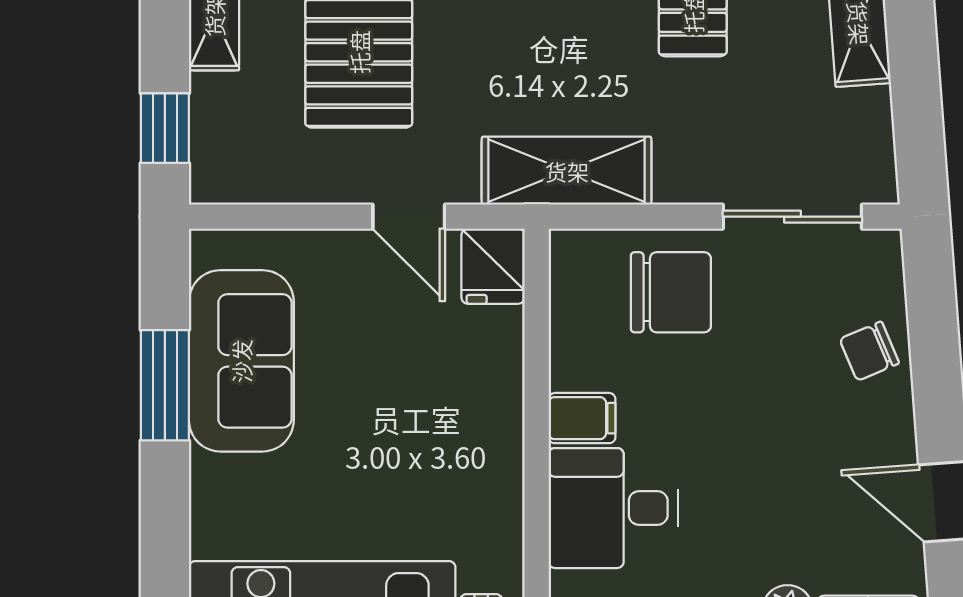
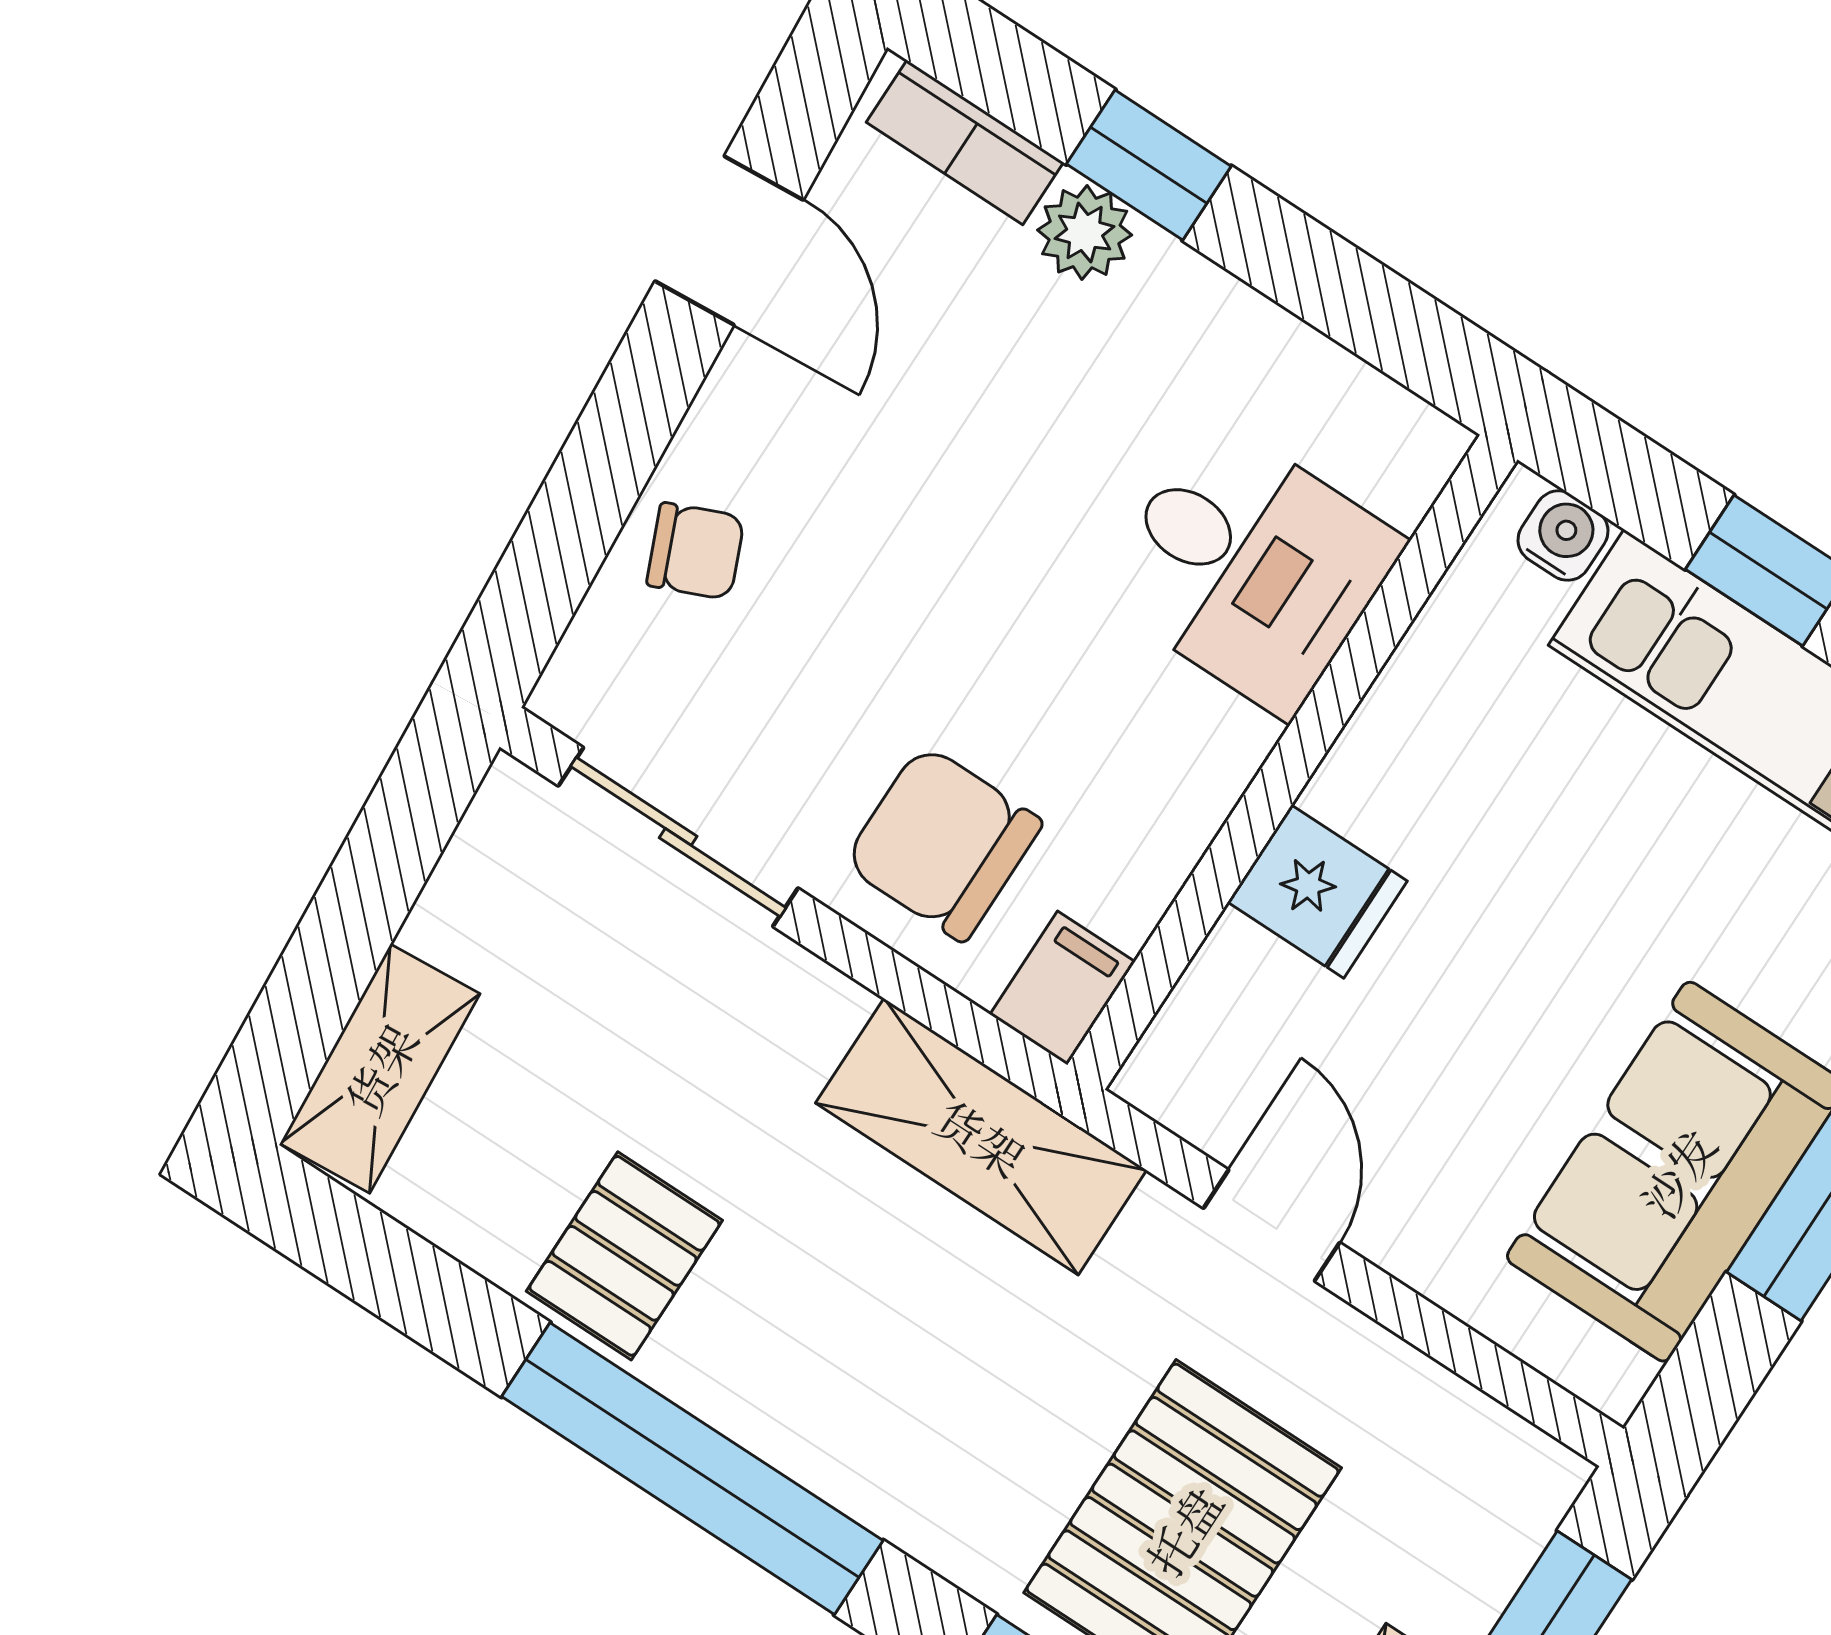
fridge: (493, 266) -> (1317, 892), moved, turned 90
filing cabinet: (582, 418) -> (1063, 988), moved, turned 90

